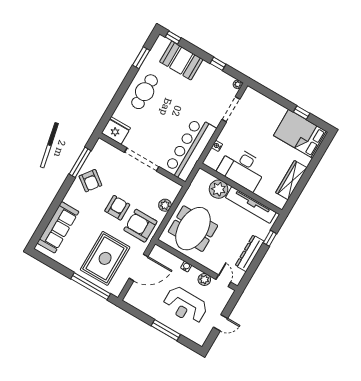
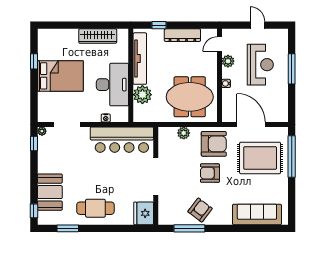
window: (218, 64) -> (34, 143), moved
bed: (301, 134) -> (60, 76), moved, turned -90
armchair: (140, 226) -> (214, 144), turned -90

